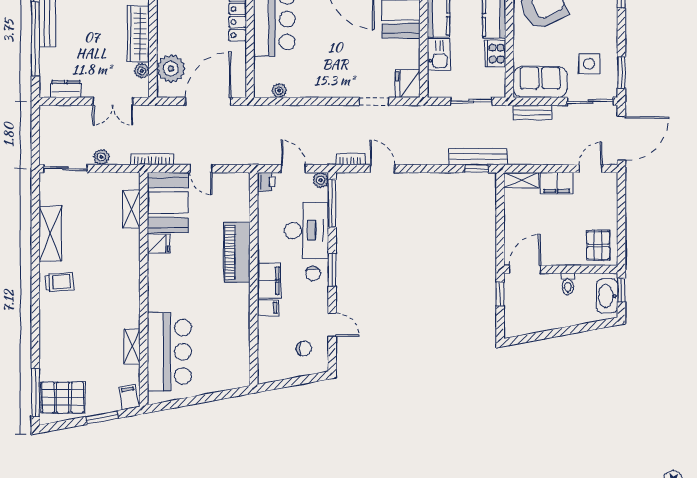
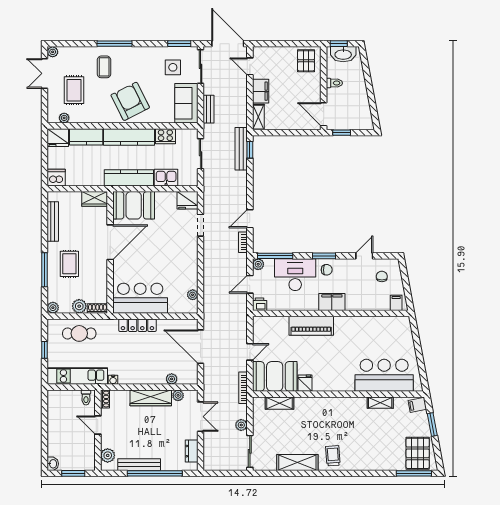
plant: (171, 69) -> (172, 379), width x0.53, depth x0.53
pallet: (598, 245) -> (306, 61), turned 90
filing cabinet: (268, 308) -> (396, 303), moved

